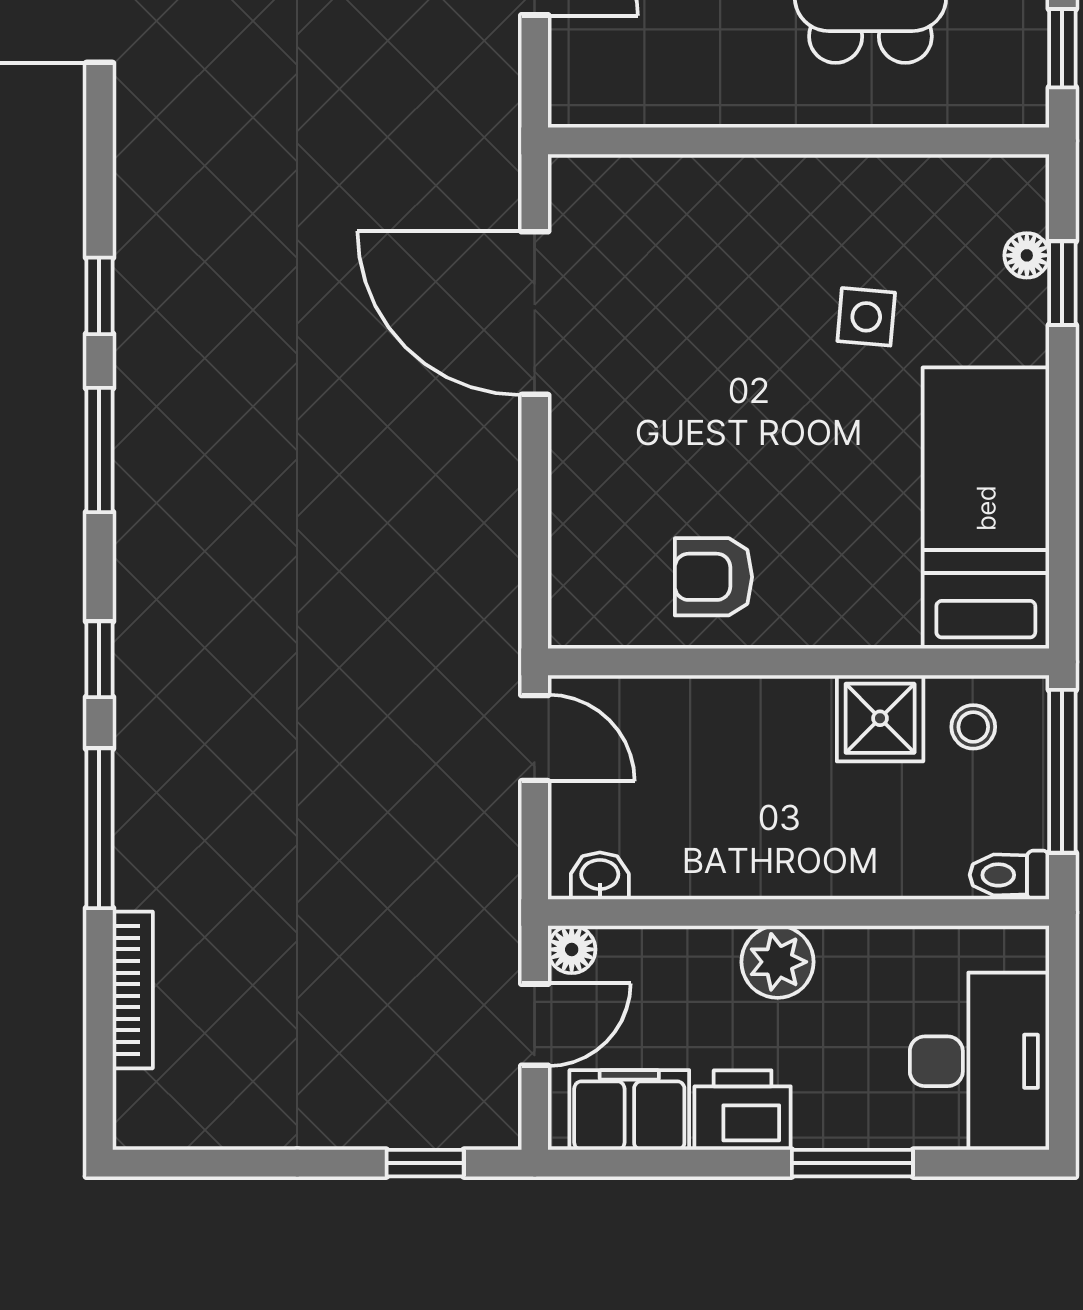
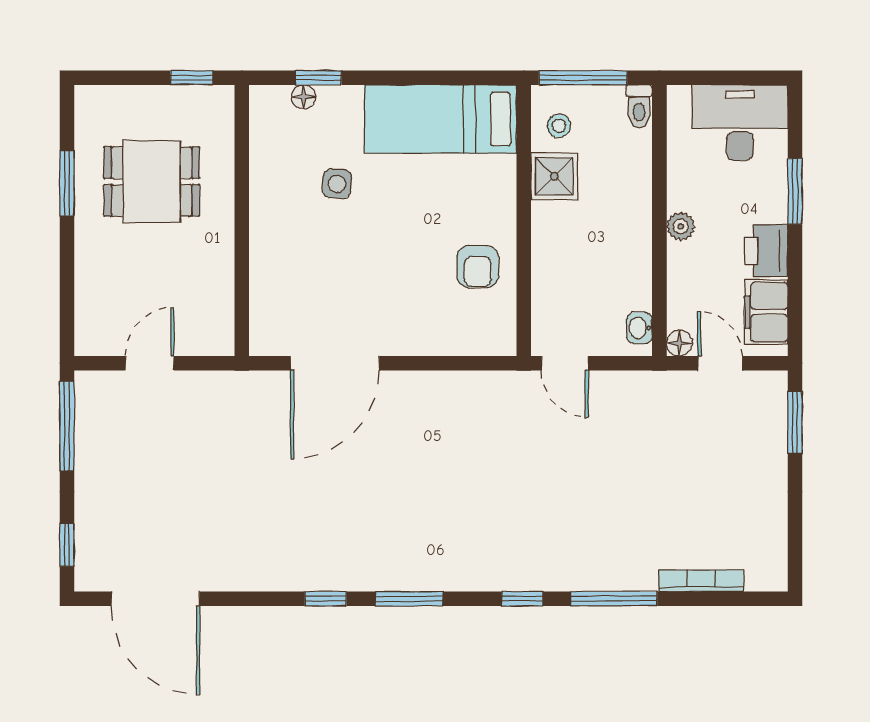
door: (535, 738) -> (565, 363), swing flipped
plant: (778, 962) -> (681, 226), width x0.73, depth x0.73
window: (425, 1163) -> (795, 422), width x1.50

